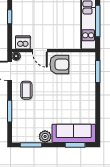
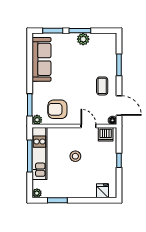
stool: (53, 21) -> (75, 156), added
plant: (91, 57) -> (37, 120), added
armchair: (59, 64) -> (57, 109), moved
sofa: (74, 133) -> (42, 59), moved, turned -90
window: (31, 145) -> (80, 31), moved

